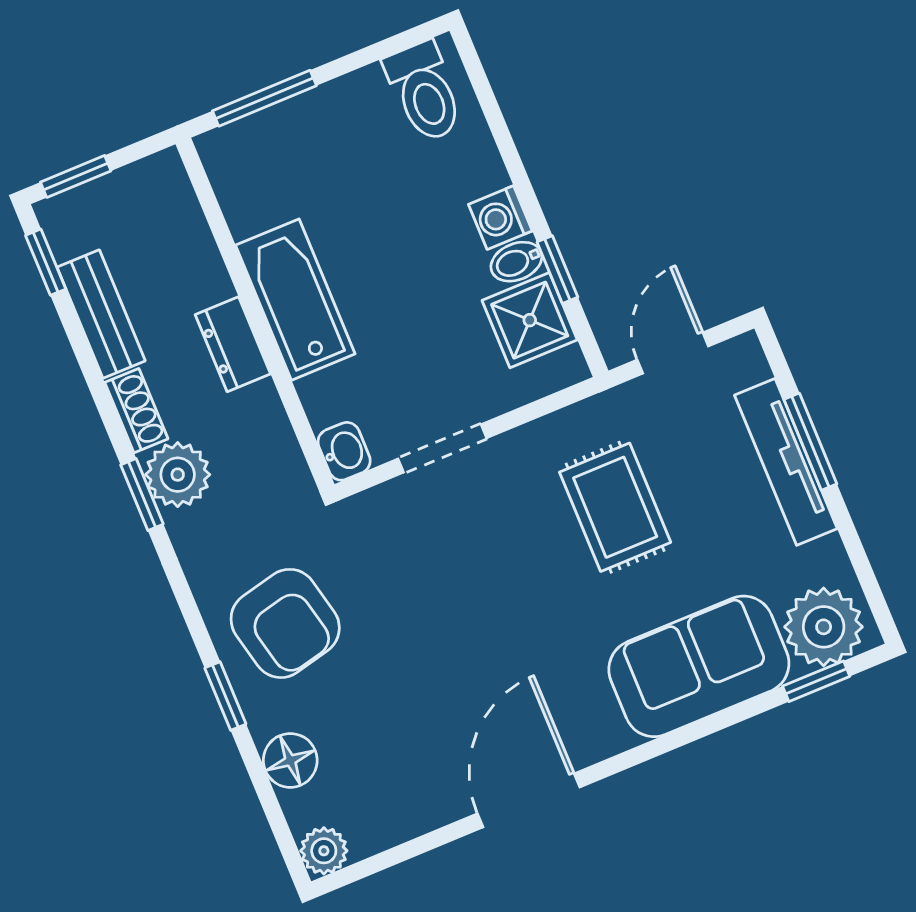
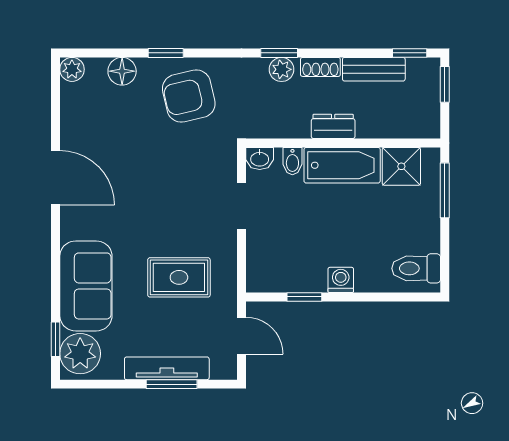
bidet: (516, 262) -> (292, 161), moved, turned 180
shower: (530, 320) -> (401, 166), moved
plant: (178, 475) -> (282, 69), width x0.73, depth x0.73

